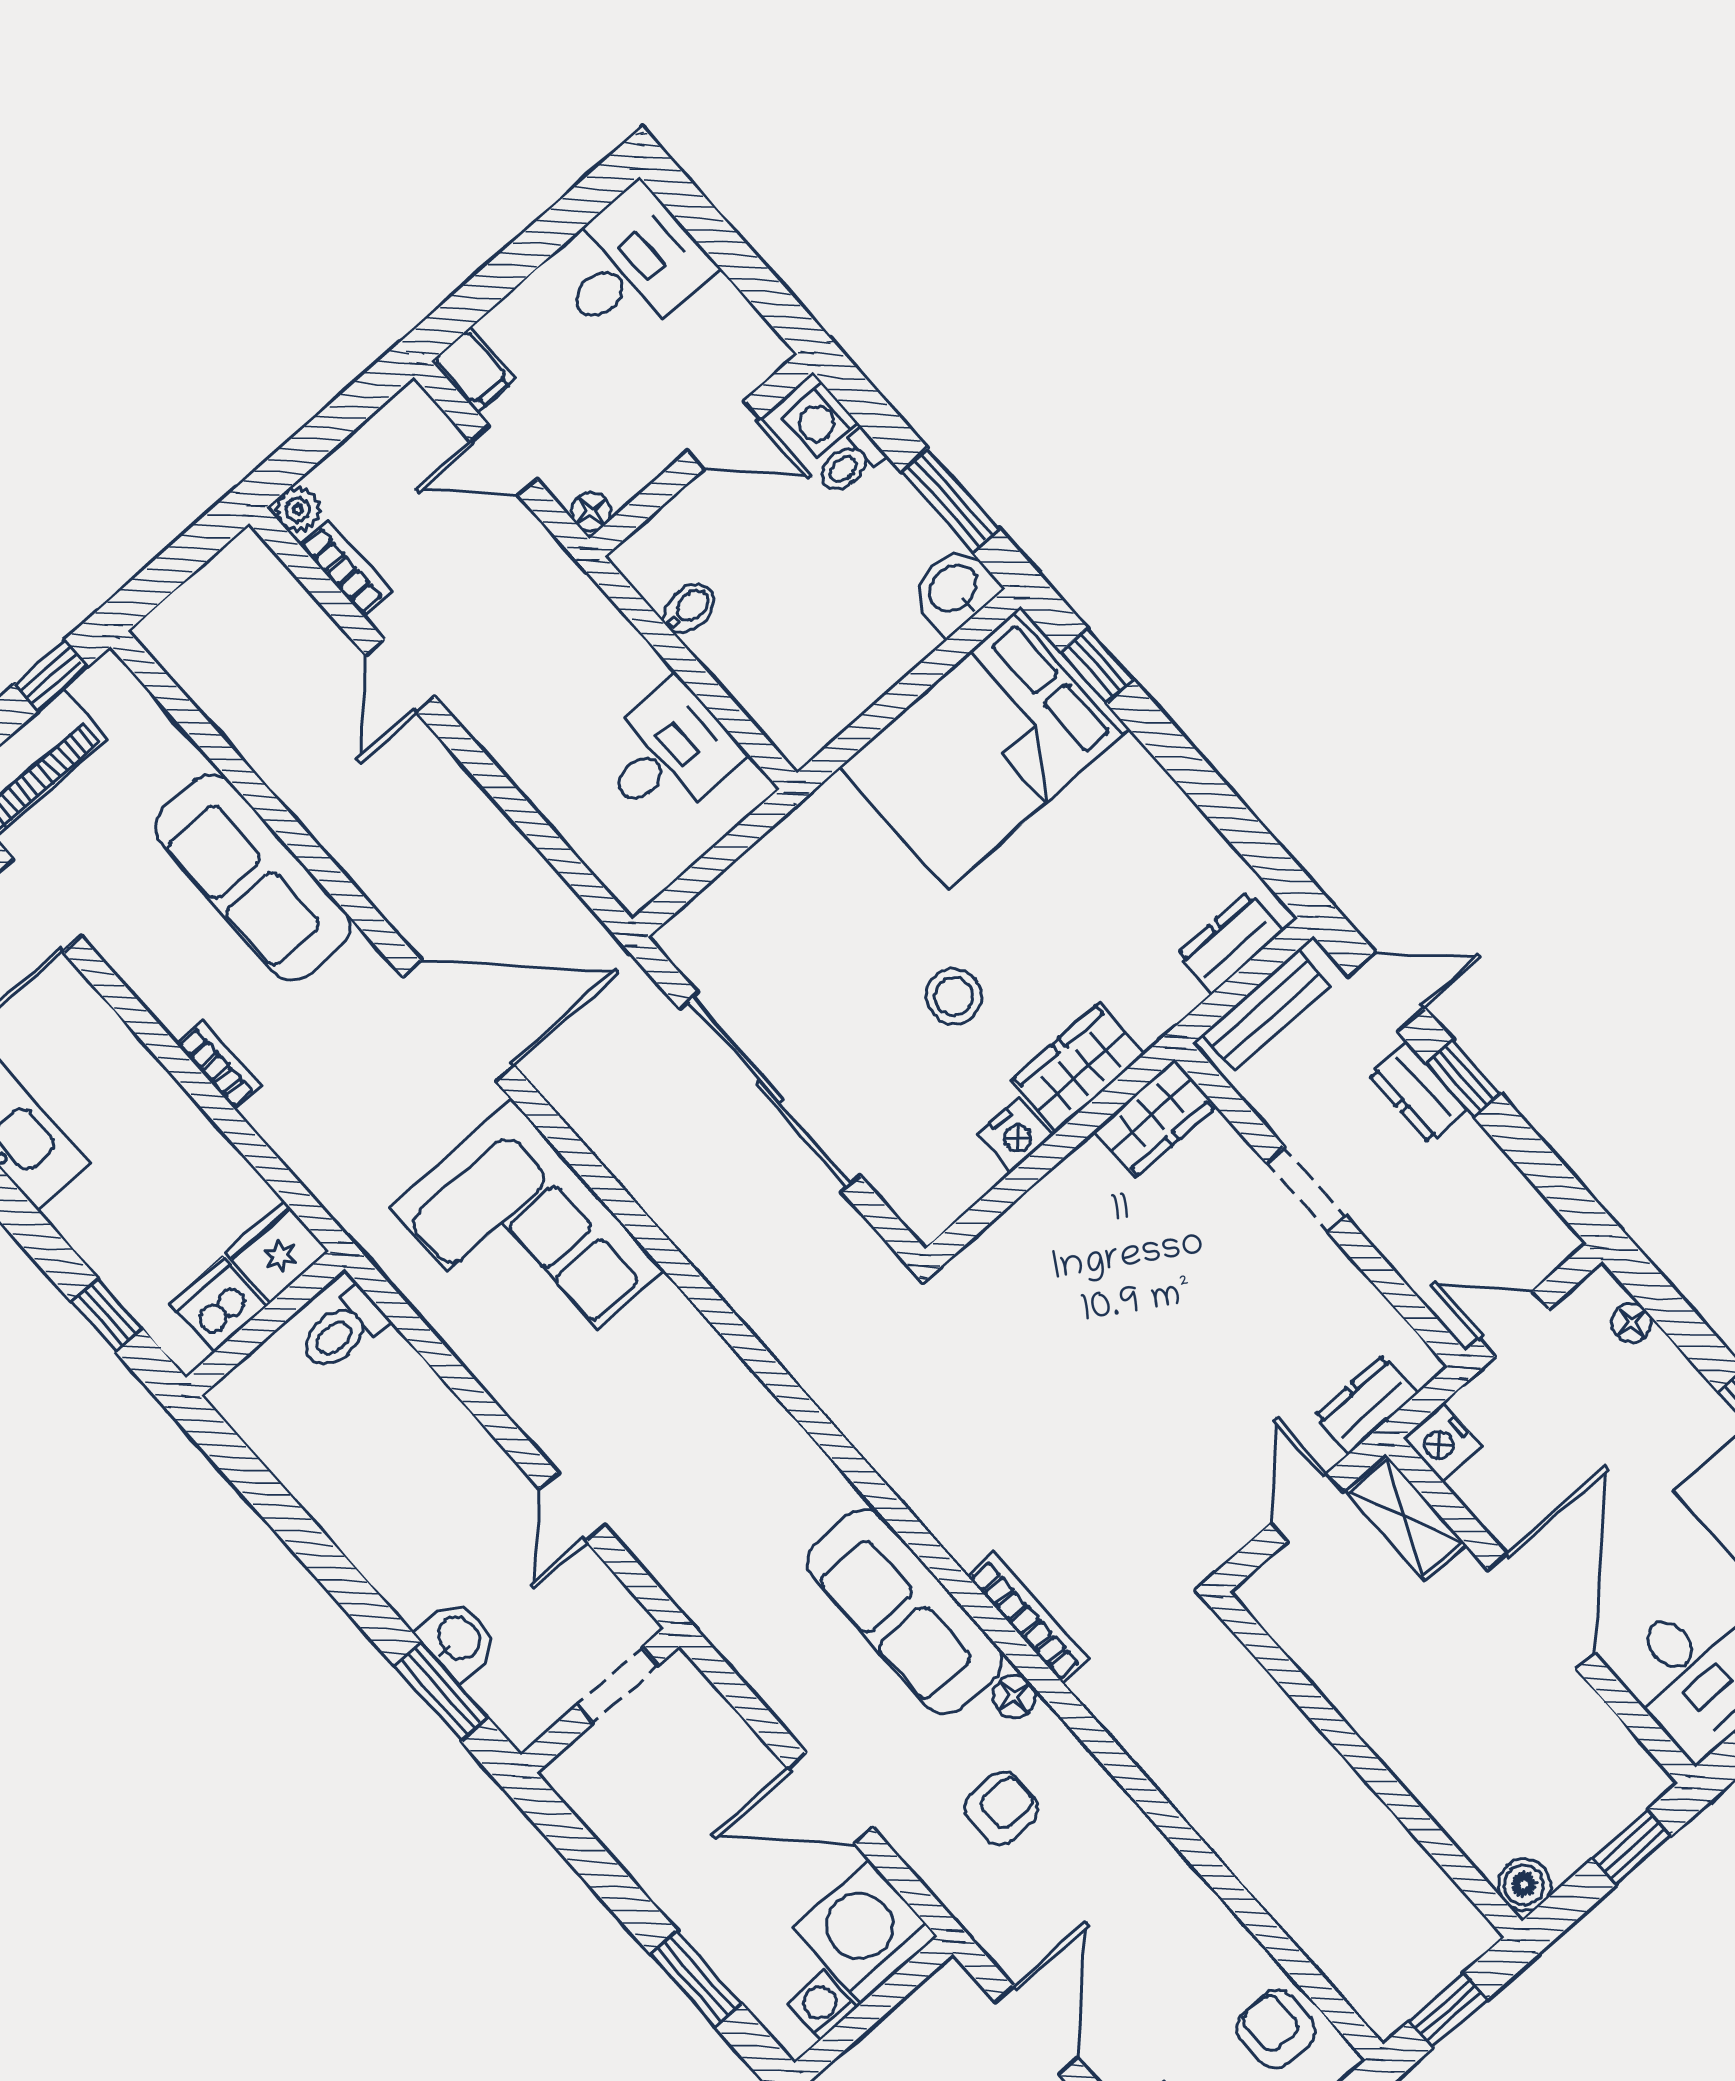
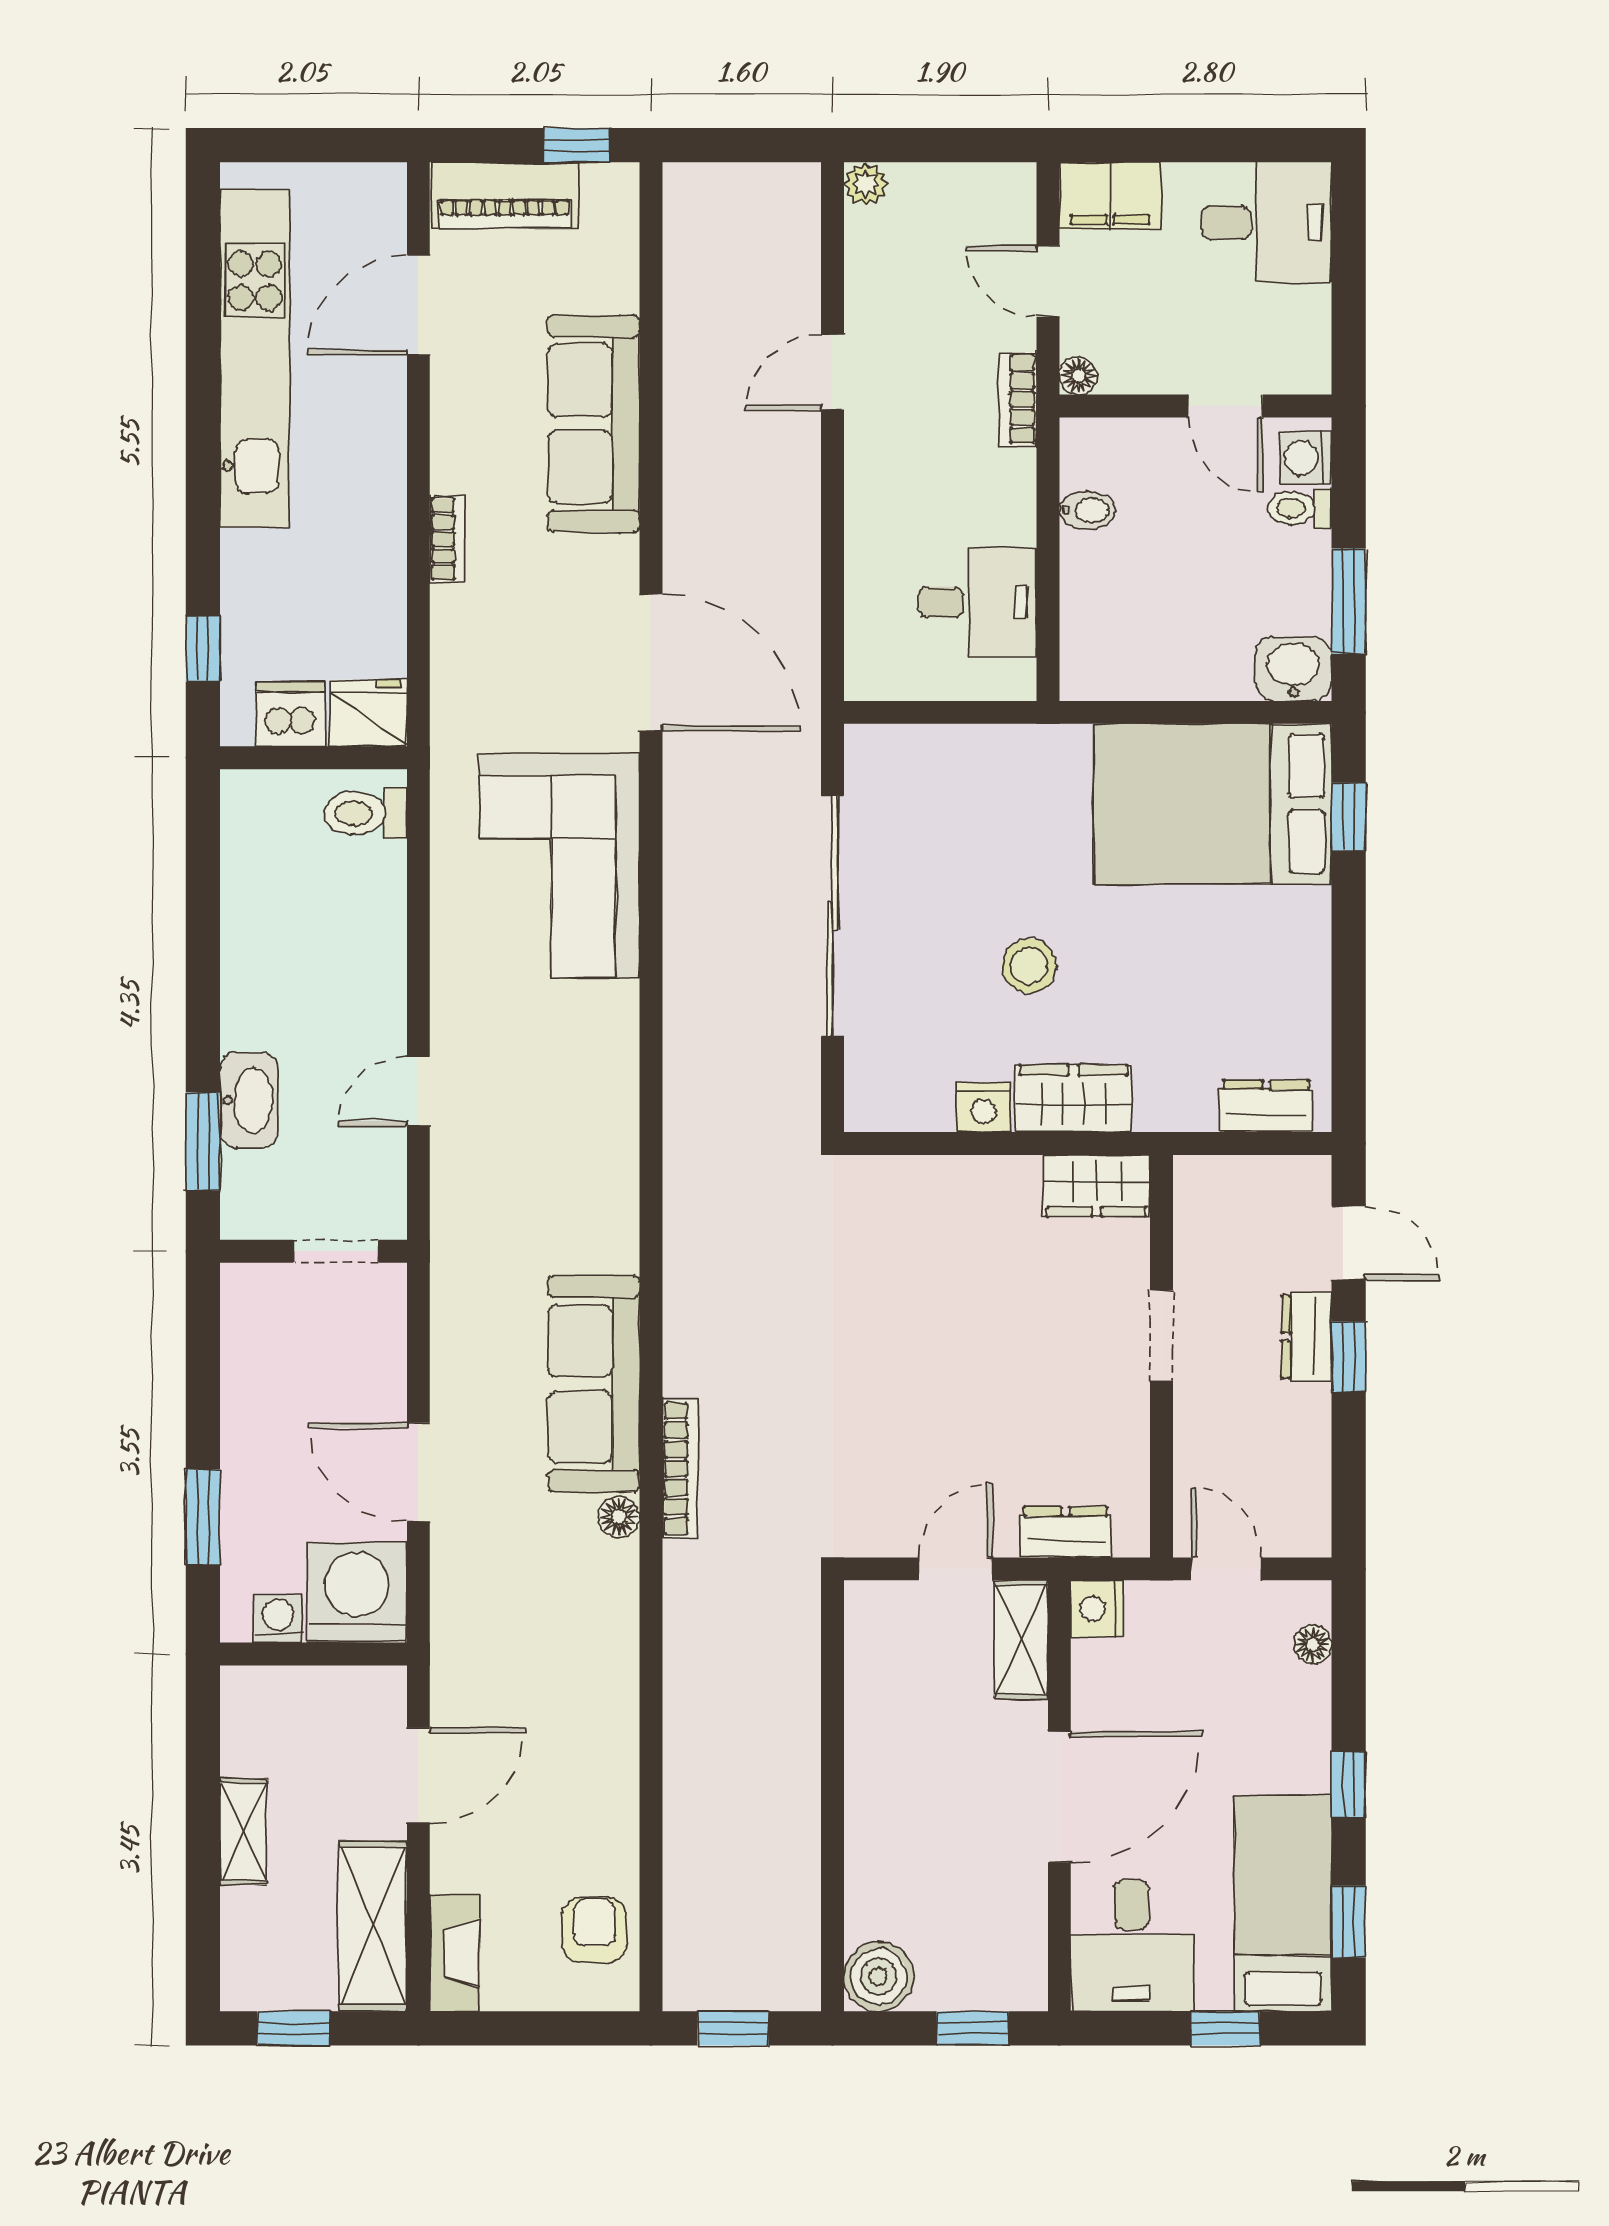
filing cabinet: (474, 370) -> (1110, 196), width x2.00
bookcase: (346, 568) -> (1018, 399), moved, turned 180
bench: (1266, 1010) -> (1249, 1179), removed
washbasin: (458, 1639) -> (249, 1100), width x1.38
armchair: (1001, 1808) -> (537, 1590), removed
boiler: (1524, 1885) -> (879, 1976), width x1.36, depth x1.36

